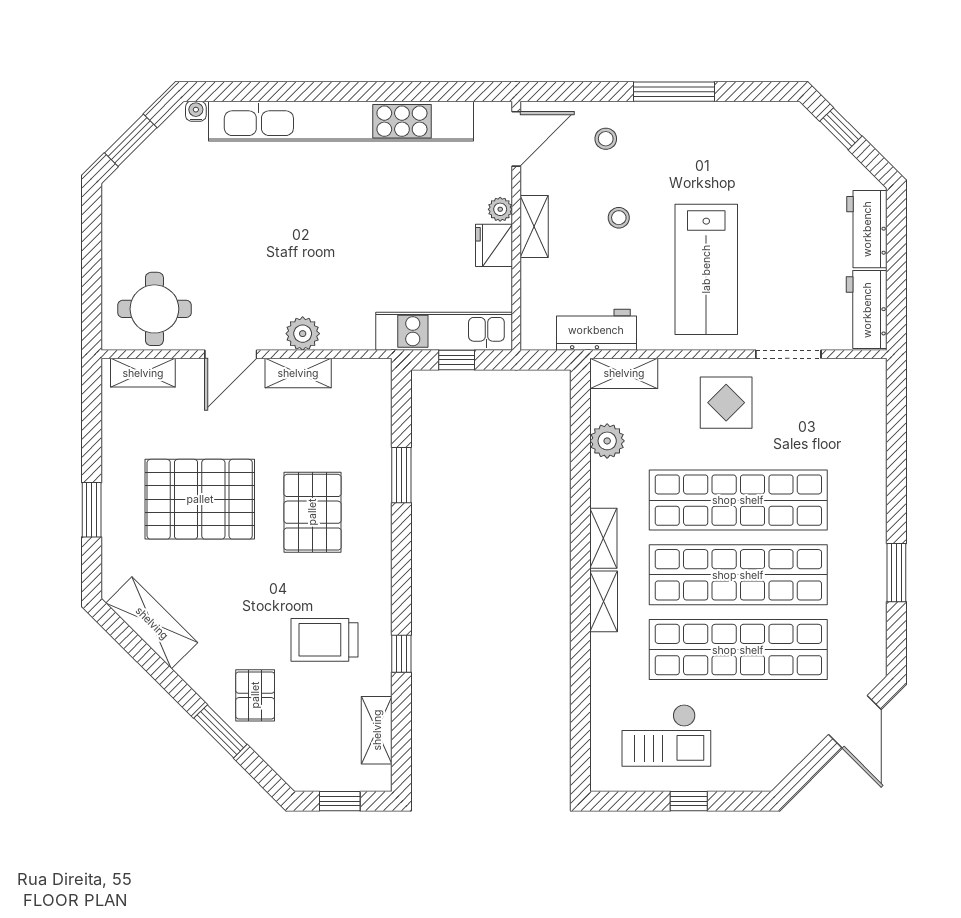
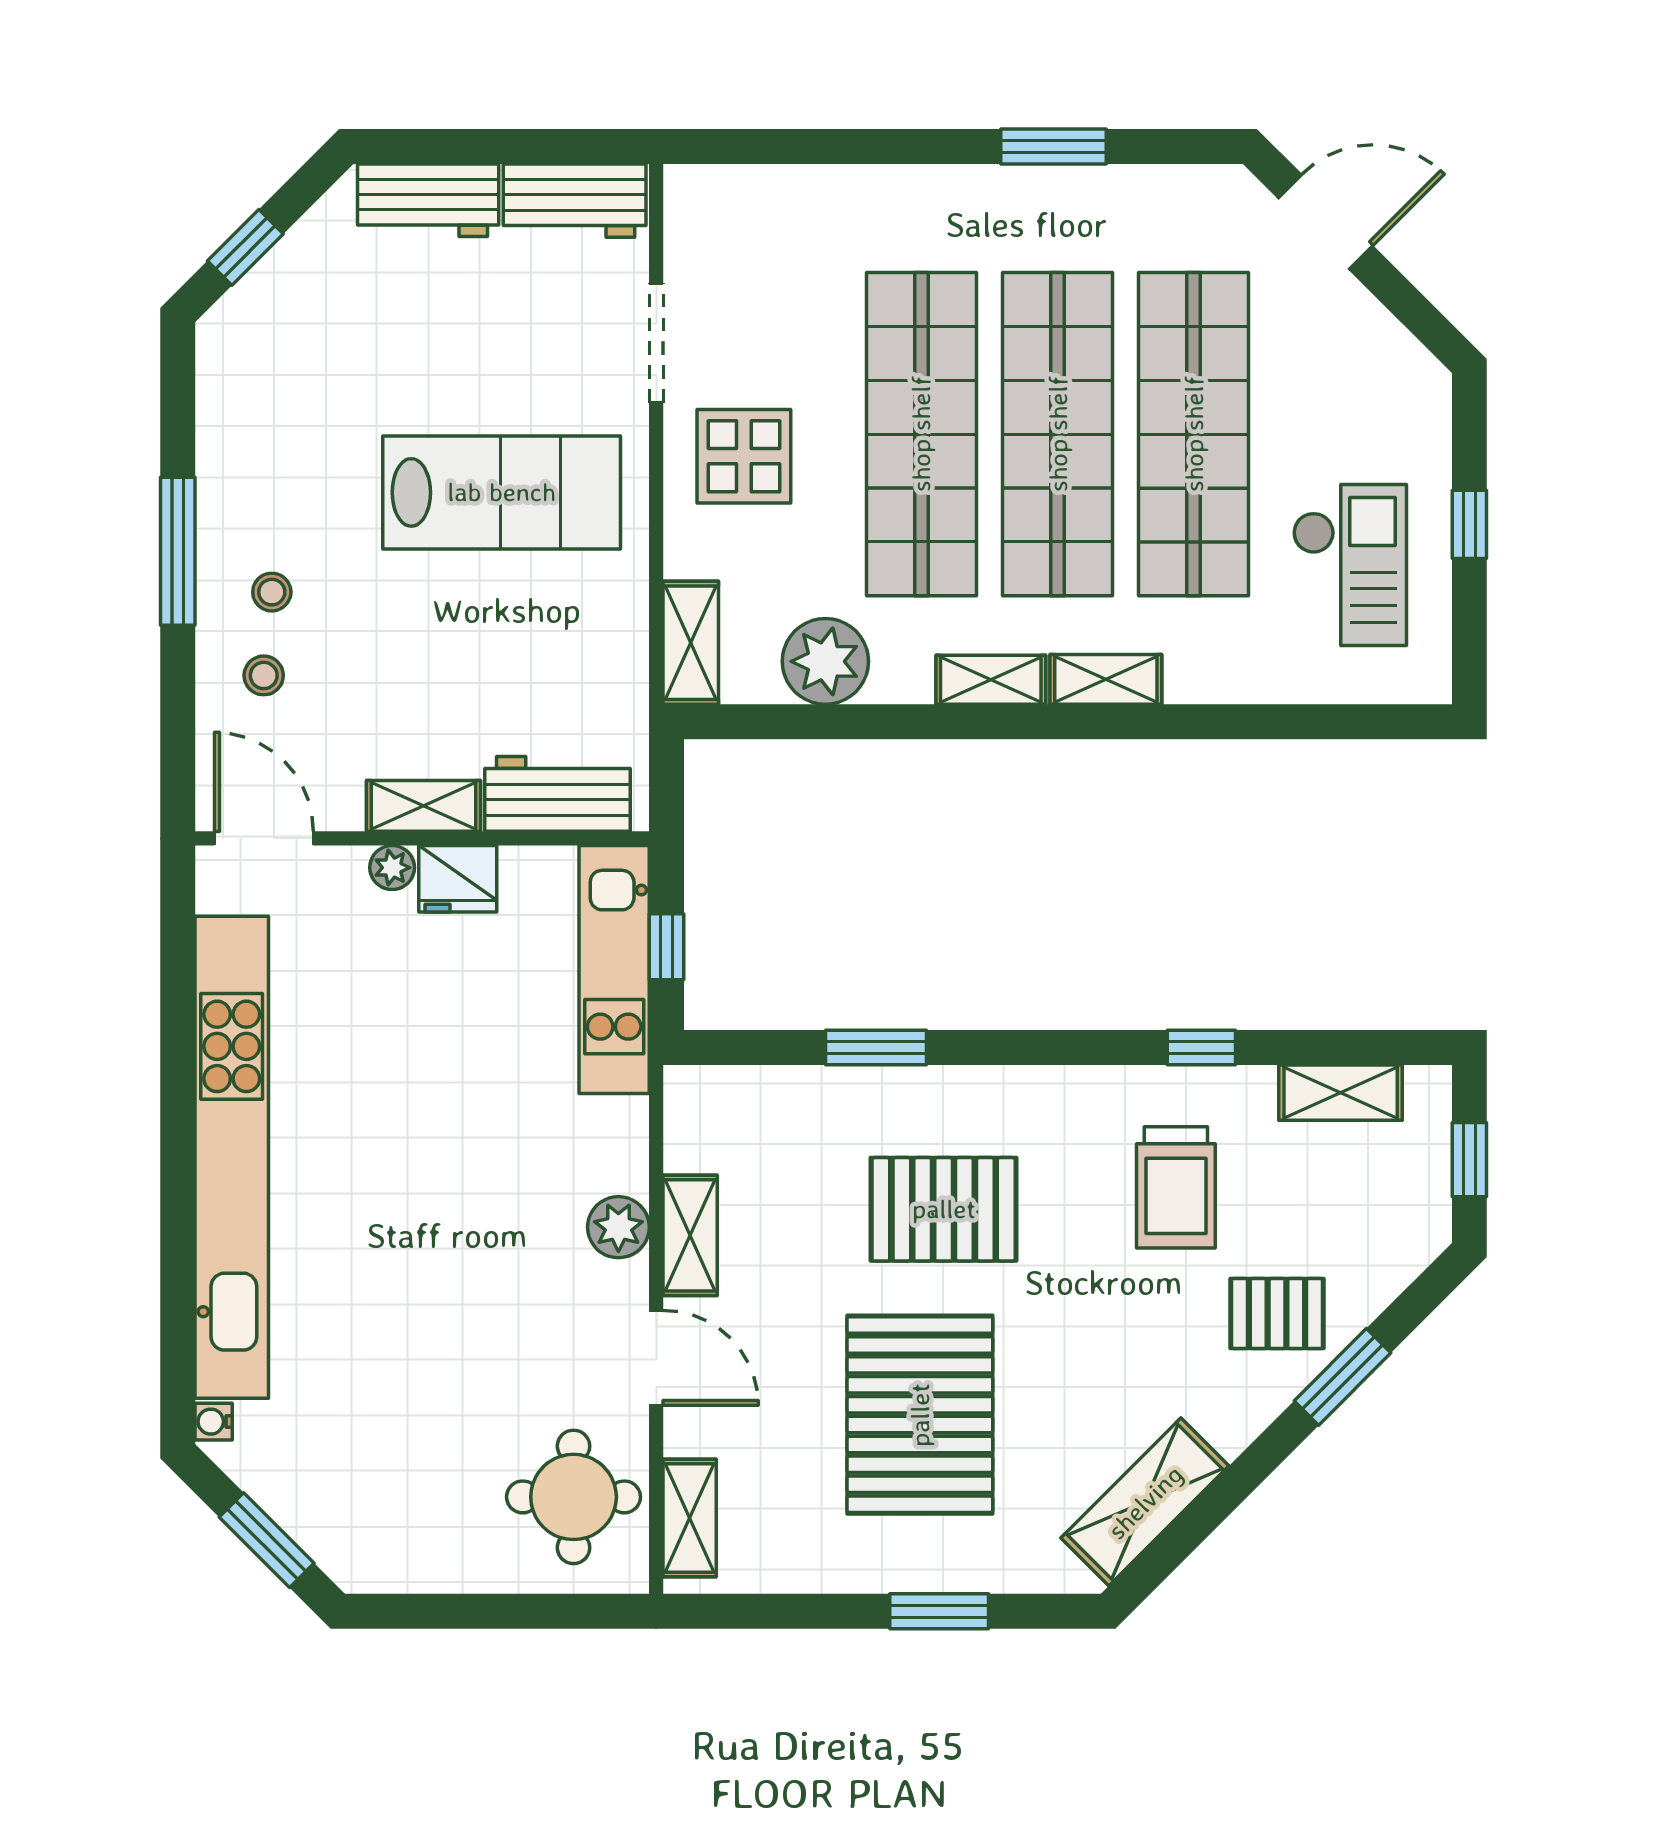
stool: (619, 218) -> (272, 592), moved
workbench: (596, 330) -> (558, 794), moved, turned 90
plant: (607, 441) -> (825, 661), width x1.36, depth x1.36

